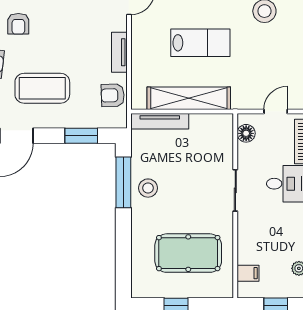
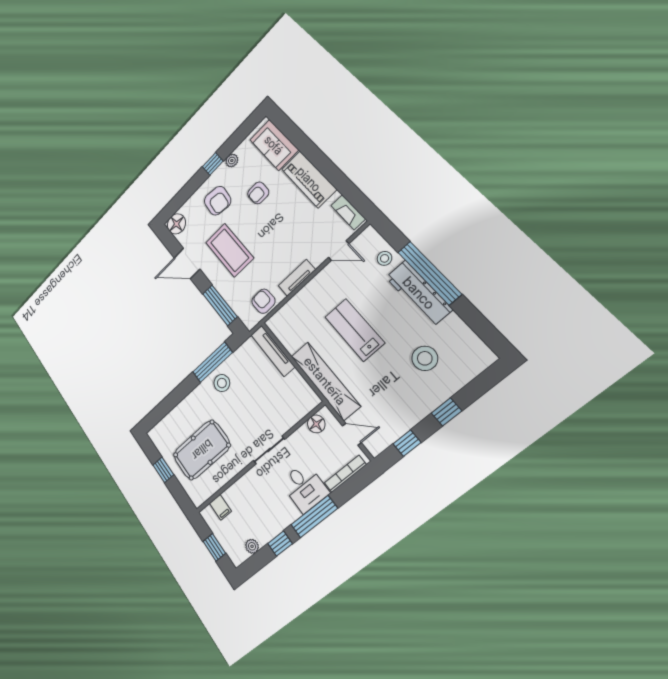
lab bench: (200, 43) -> (355, 330), turned 180
shelving: (189, 98) -> (325, 381), moved
window: (81, 136) -> (220, 305), width x1.44
pool table: (188, 253) -> (202, 450), turned 90

